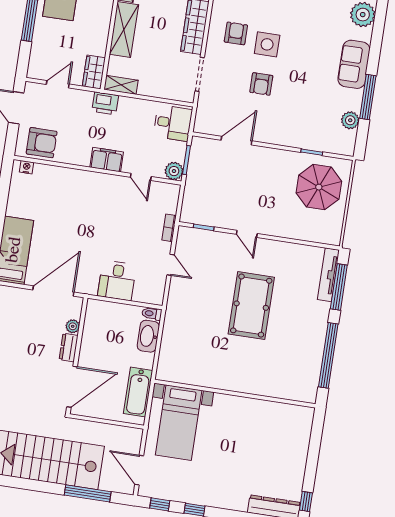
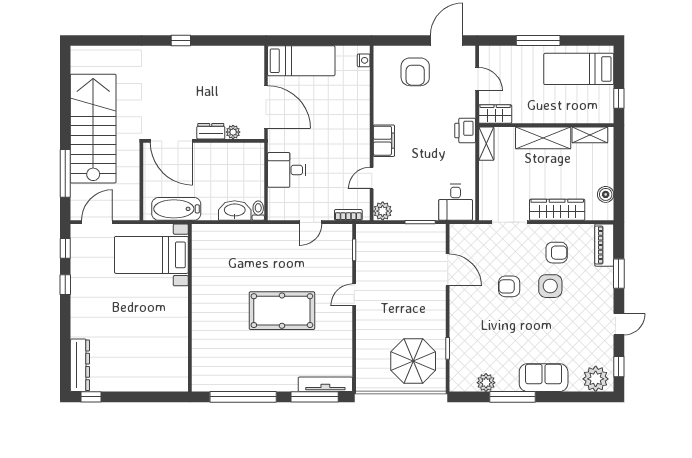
filing cabinet: (107, 160) -> (384, 141), moved
nightstand: (27, 167) -> (364, 60), moved
wall: (97, 170) -> (372, 133), moved
plant: (174, 171) -> (383, 211), moved
door: (141, 177) -> (372, 178), moved

